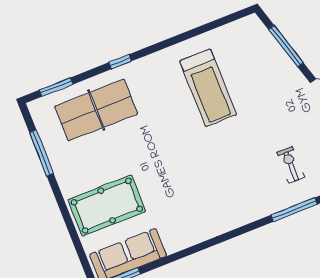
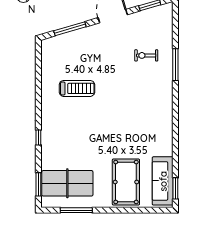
treadmill: (208, 88) -> (77, 88), width x0.73, depth x0.73
table tennis table: (96, 110) -> (67, 183), moved, turned 90

